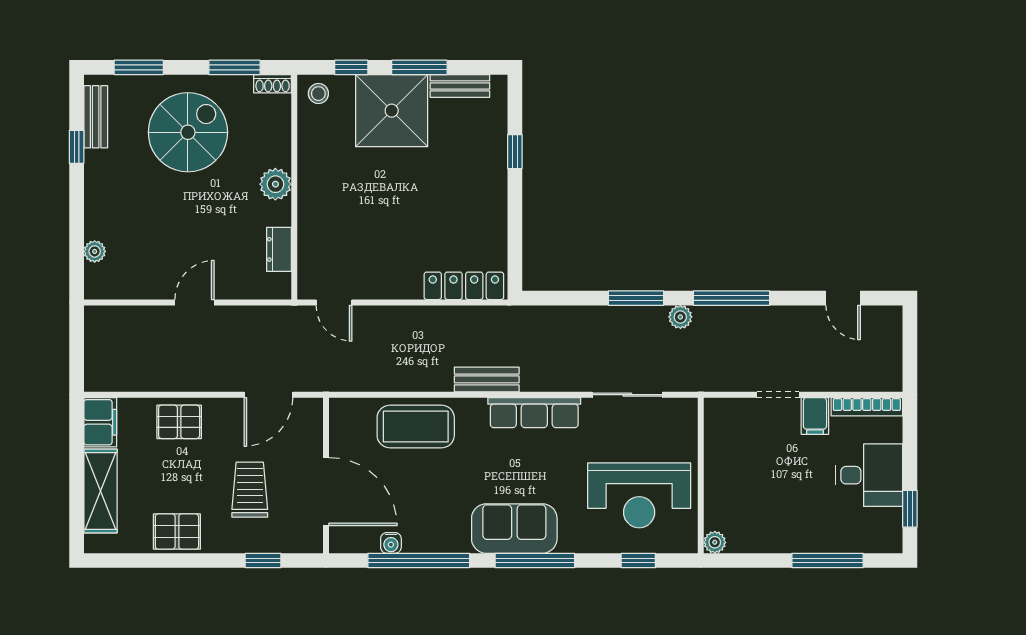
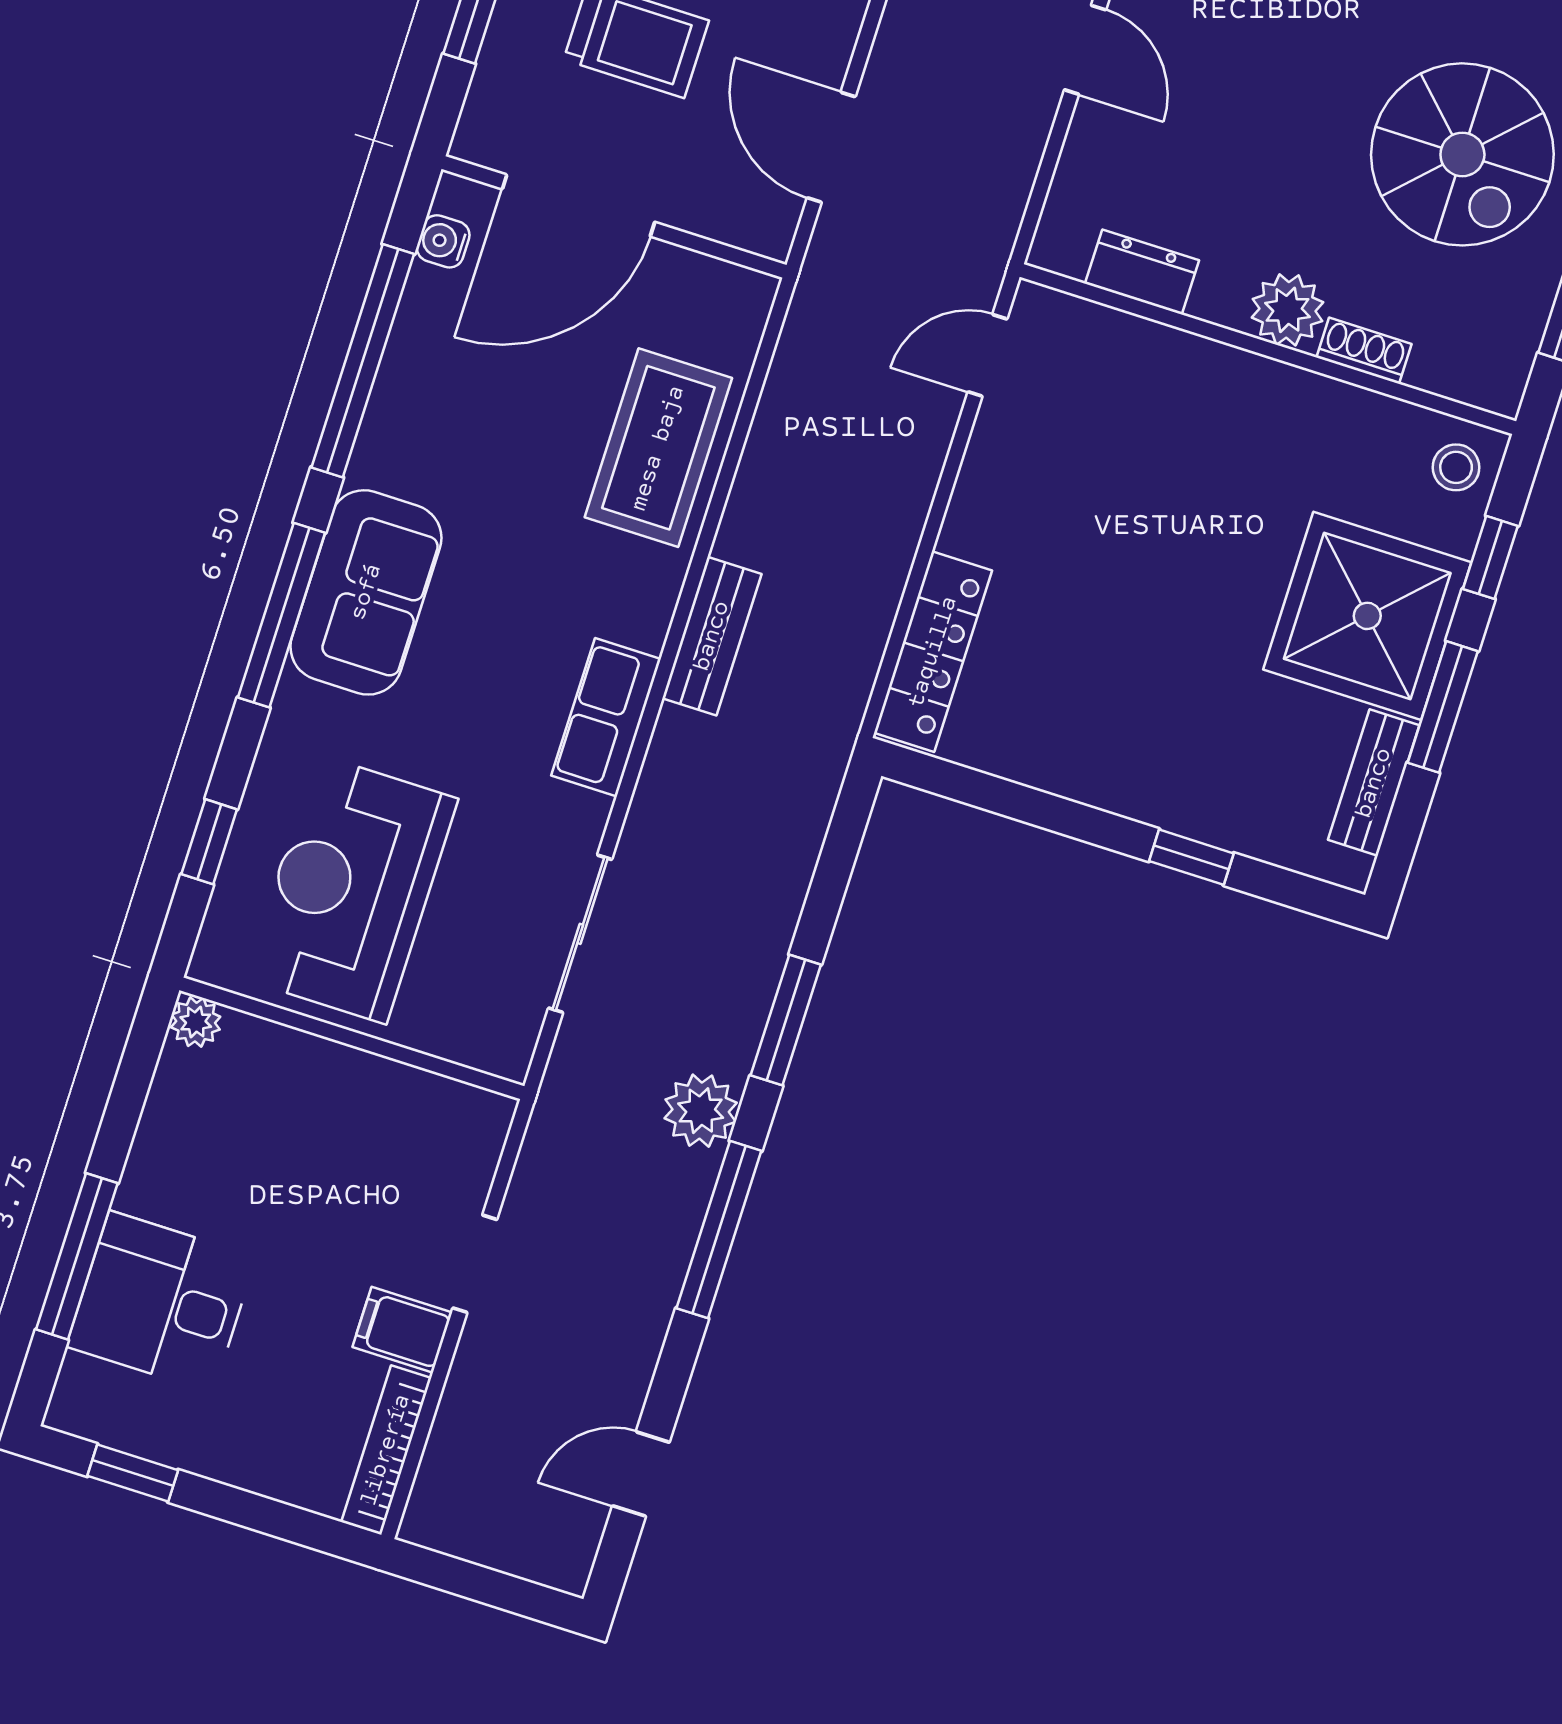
shoe rack: (273, 84) -> (1364, 351), moved, turned 90
plant: (680, 317) -> (701, 1111), width x1.38, depth x1.38
row of seats: (534, 413) -> (606, 717), width x0.68
desk: (869, 475) -> (161, 1302), moved, turned 90
water cooler: (391, 543) -> (443, 241), moved

